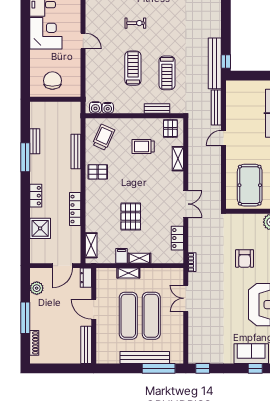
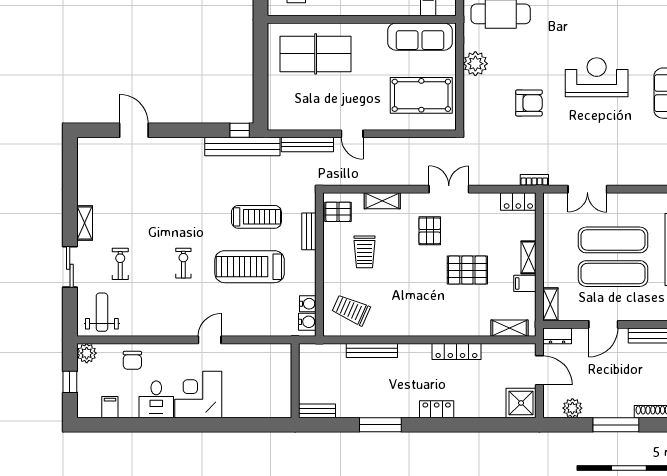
treadmill: (133, 68) -> (250, 267), width x1.37, depth x1.38
chair: (52, 81) -> (268, 385), removed
bench: (35, 141) -> (317, 411), moved
pallet: (98, 172) -> (430, 231), moved
shower: (40, 228) -> (521, 403), moved
locker: (177, 238) -> (518, 202), moved
shelving: (128, 273) -> (550, 304), moved

